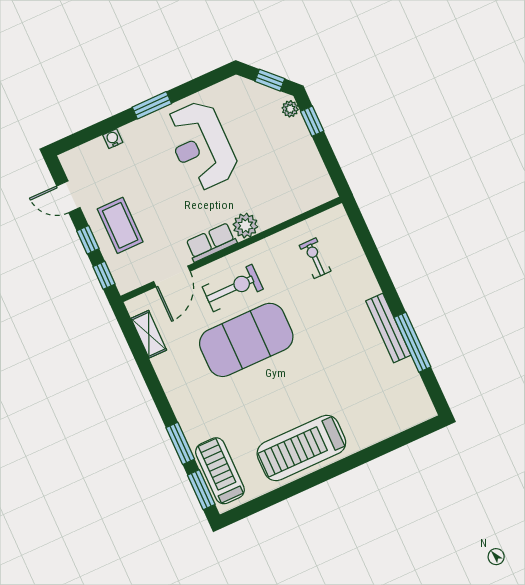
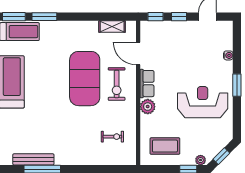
coffee table: (120, 225) -> (165, 146), moved
bench: (388, 328) -> (33, 159), moved

